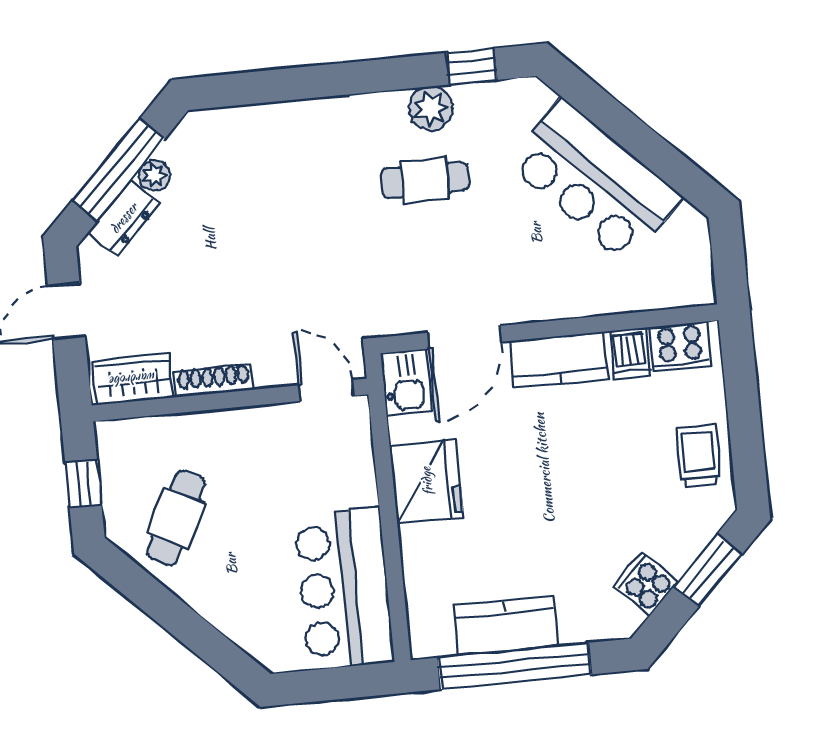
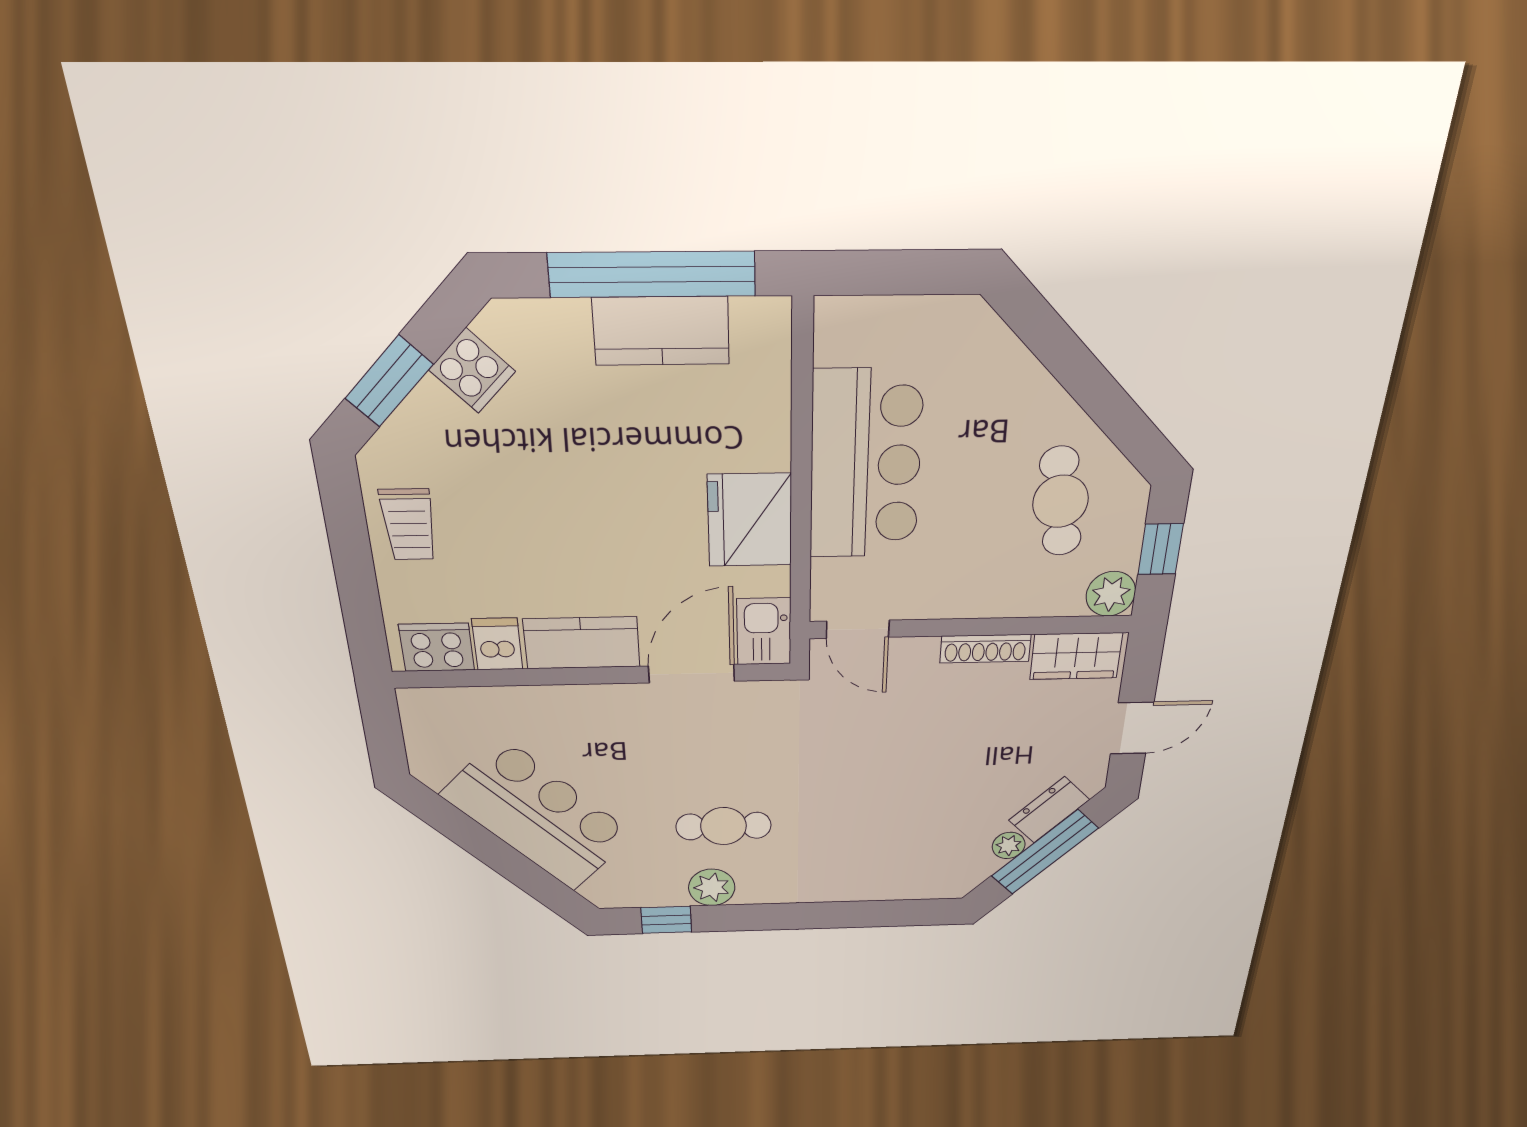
plant: (116, 440) -> (1111, 594), added
cafe table: (176, 518) -> (1060, 501), turned -34
bar counter: (344, 589) -> (865, 465), moved

